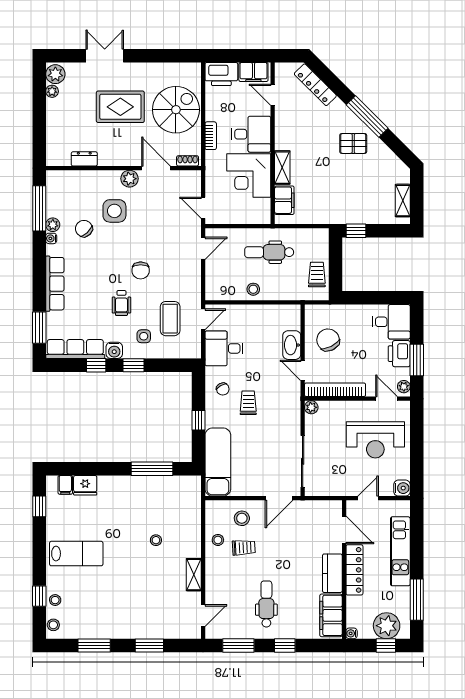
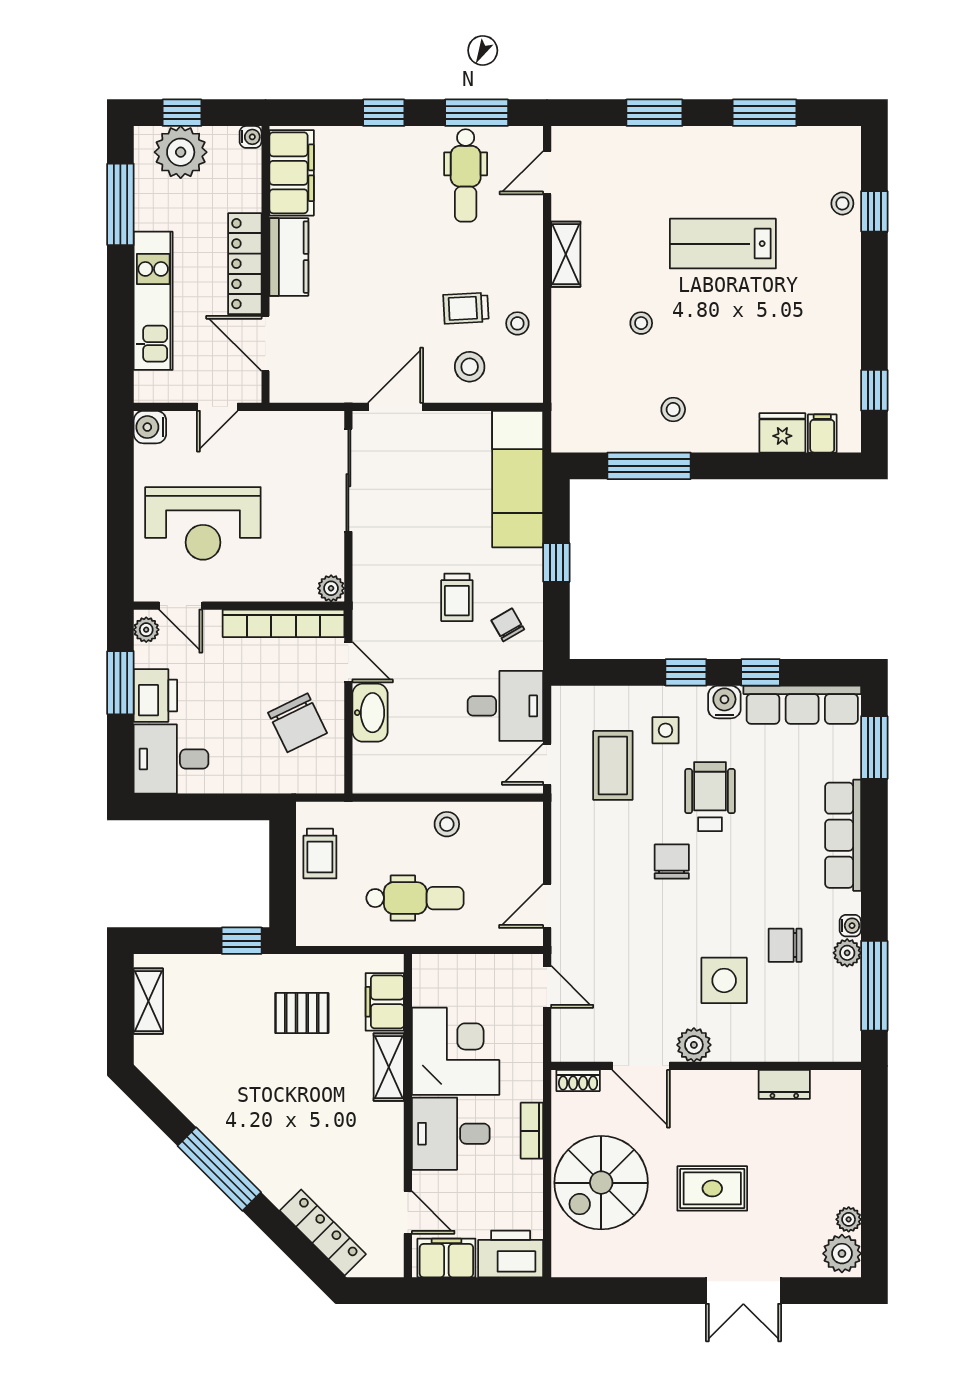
rug: (120, 107) -> (712, 1188), width x0.73, depth x0.70
pallet: (353, 143) -> (302, 1013), moved
chair: (84, 229) -> (785, 945), turned 134
wheelchair: (121, 303) -> (710, 797), width x1.36, depth x1.37
reception desk: (375, 440) -> (203, 523), turned 180
lab bench: (76, 554) -> (723, 244), moved
dental chair: (266, 604) -> (466, 175), moved
stool: (53, 625) -> (673, 409), moved

